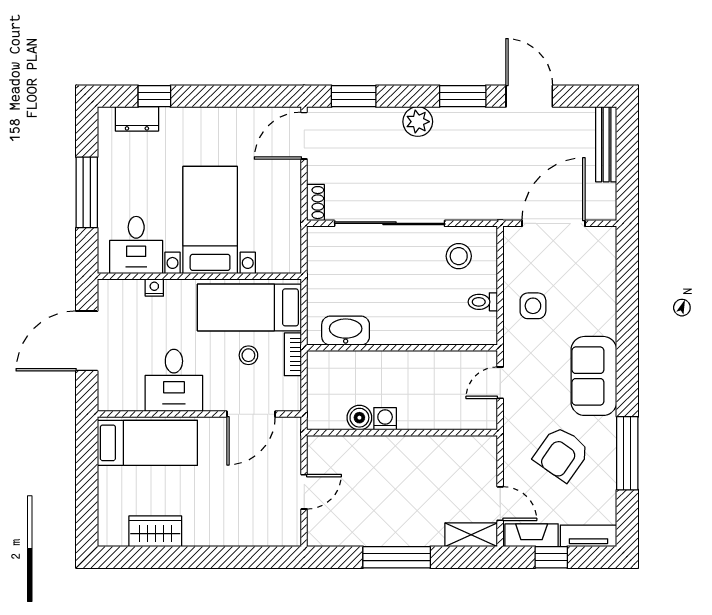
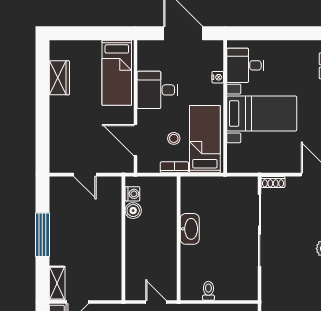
window: (87, 192) -> (280, 33), removed
stool: (459, 256) -> (238, 275), removed
washbasin: (346, 331) -> (190, 229), moved
washing machine: (385, 419) -> (132, 194), moved

